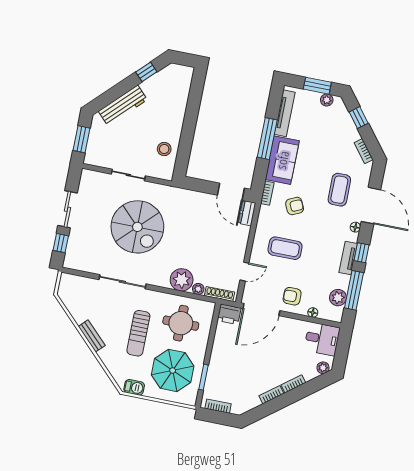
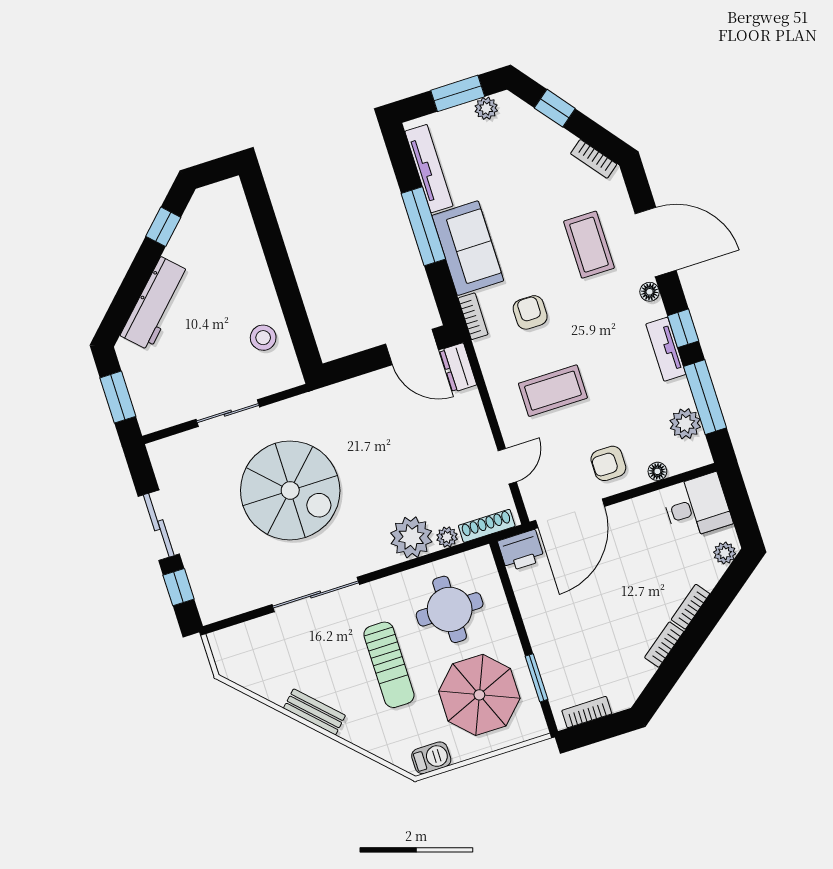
armchair: (295, 206) -> (530, 312), turned -65

